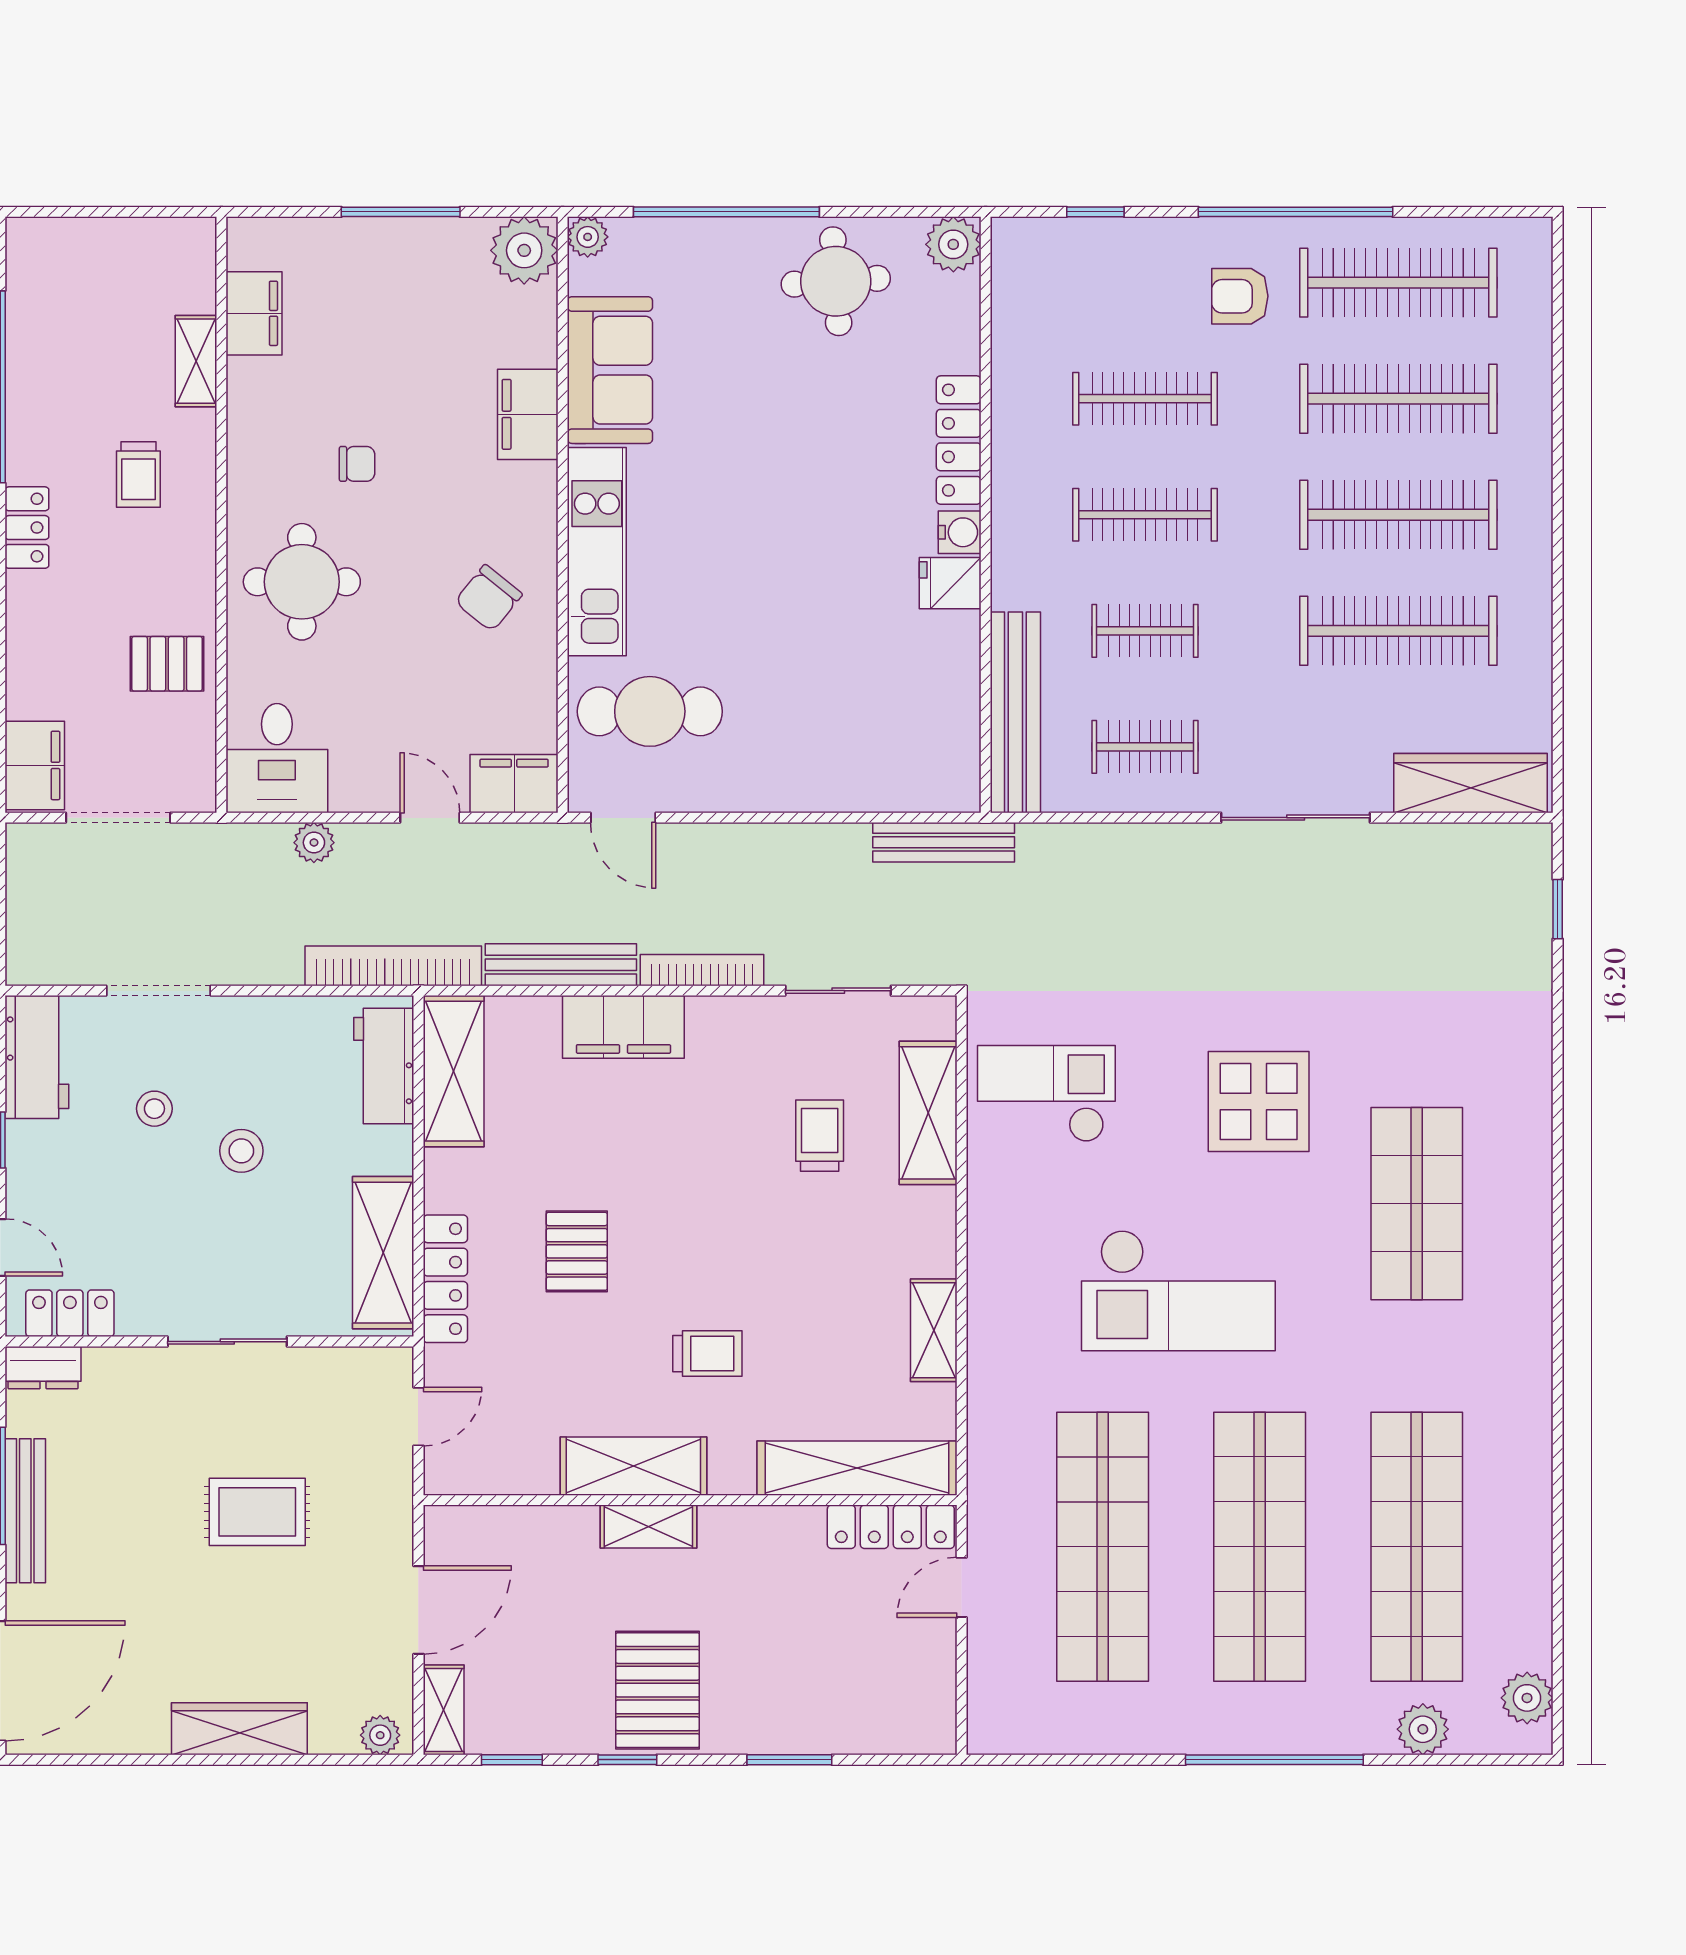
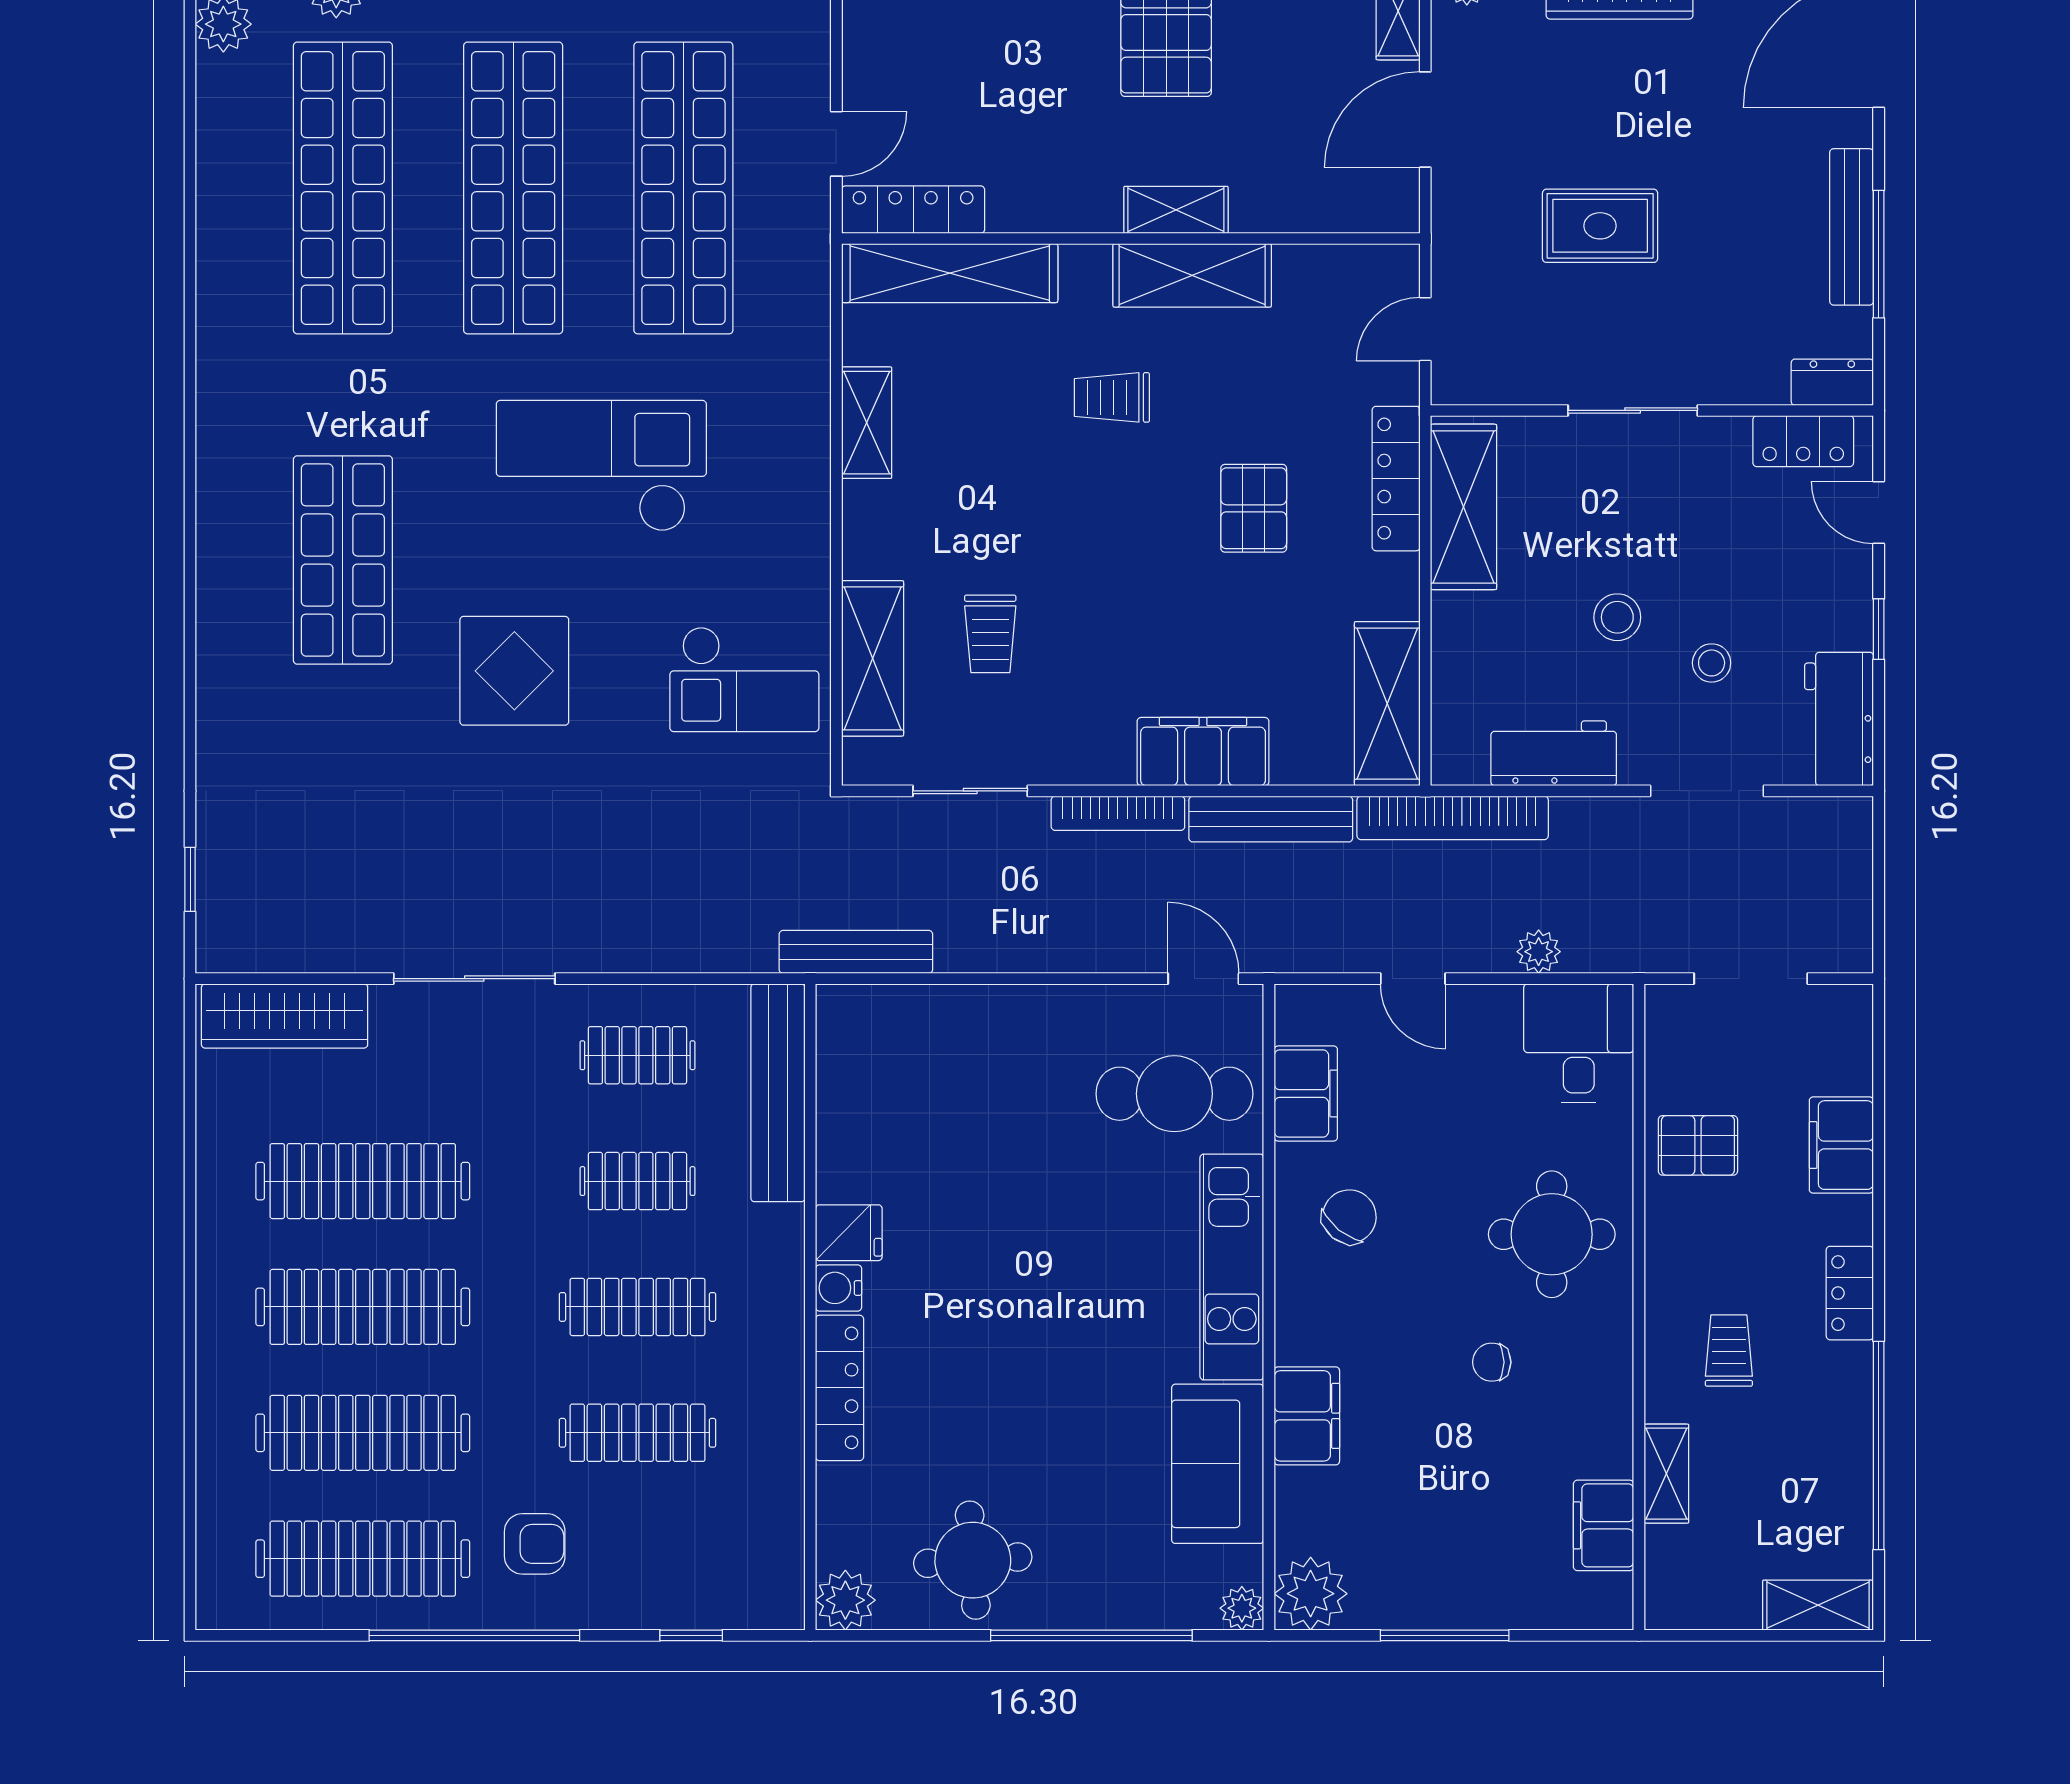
shelving: (56, 240) -> (1818, 1605), added
filing cabinet: (35, 765) -> (1841, 1145), moved
filing cabinet: (514, 784) -> (1306, 1093), moved, turned -90
workbench: (384, 1066) -> (1554, 753), moved, turned -90

